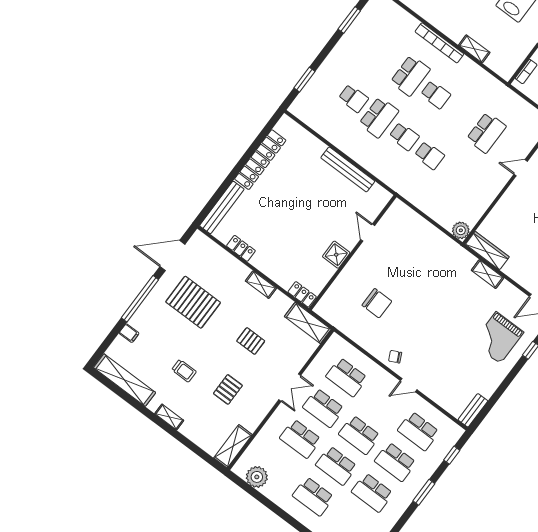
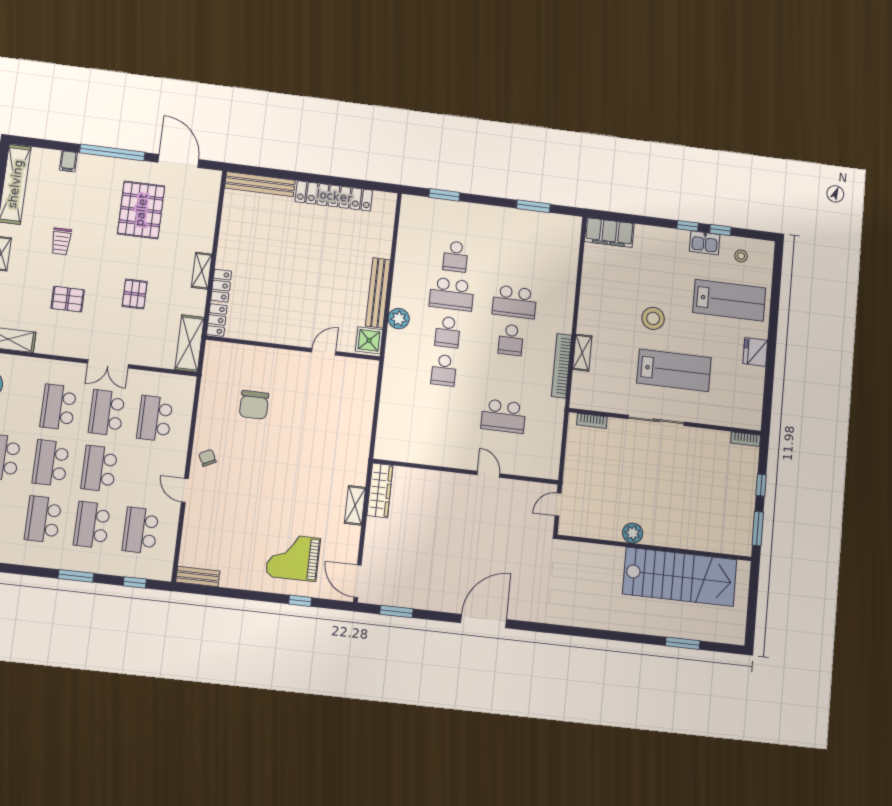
bookcase: (439, 43) -> (561, 366), moved
plant: (461, 230) -> (399, 319), moved
locker: (241, 248) -> (221, 286), moved
shower: (336, 255) -> (369, 340), moved

